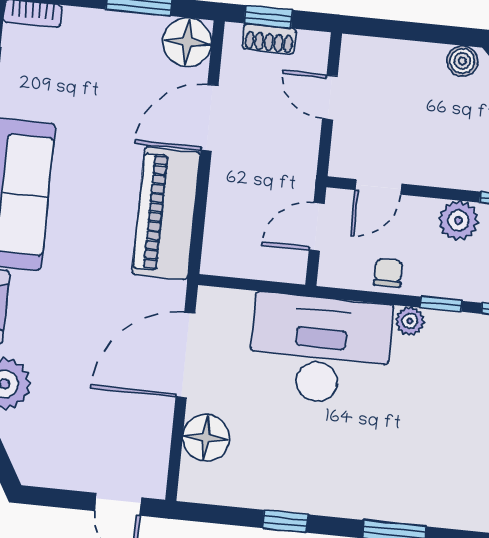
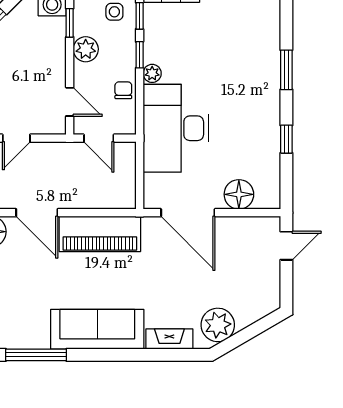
chair: (388, 273) -> (123, 90), turned 90

